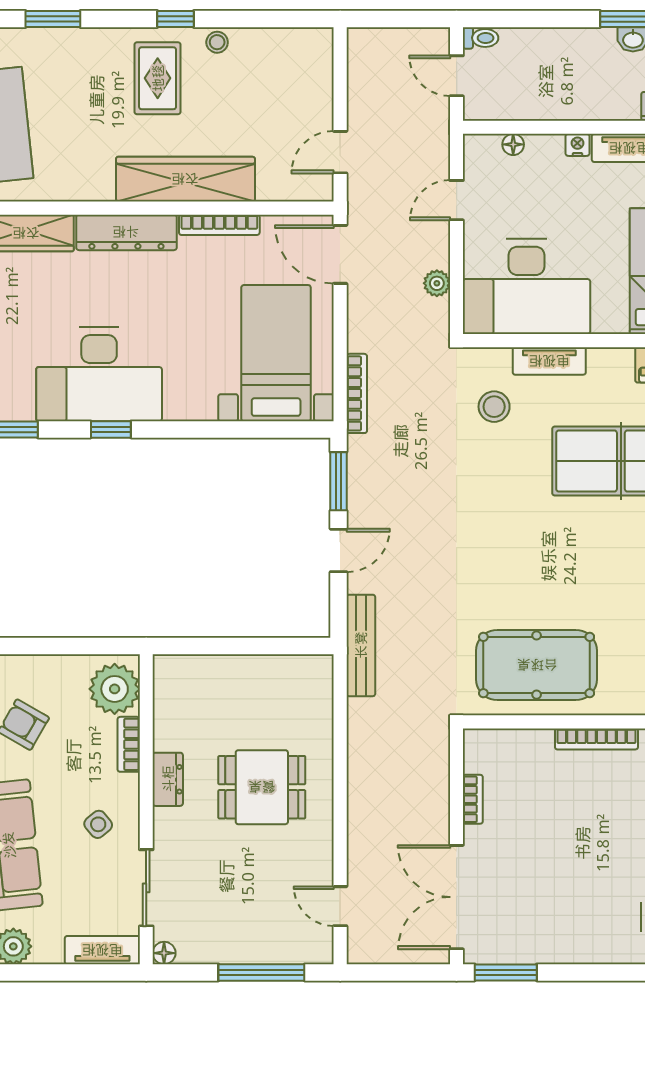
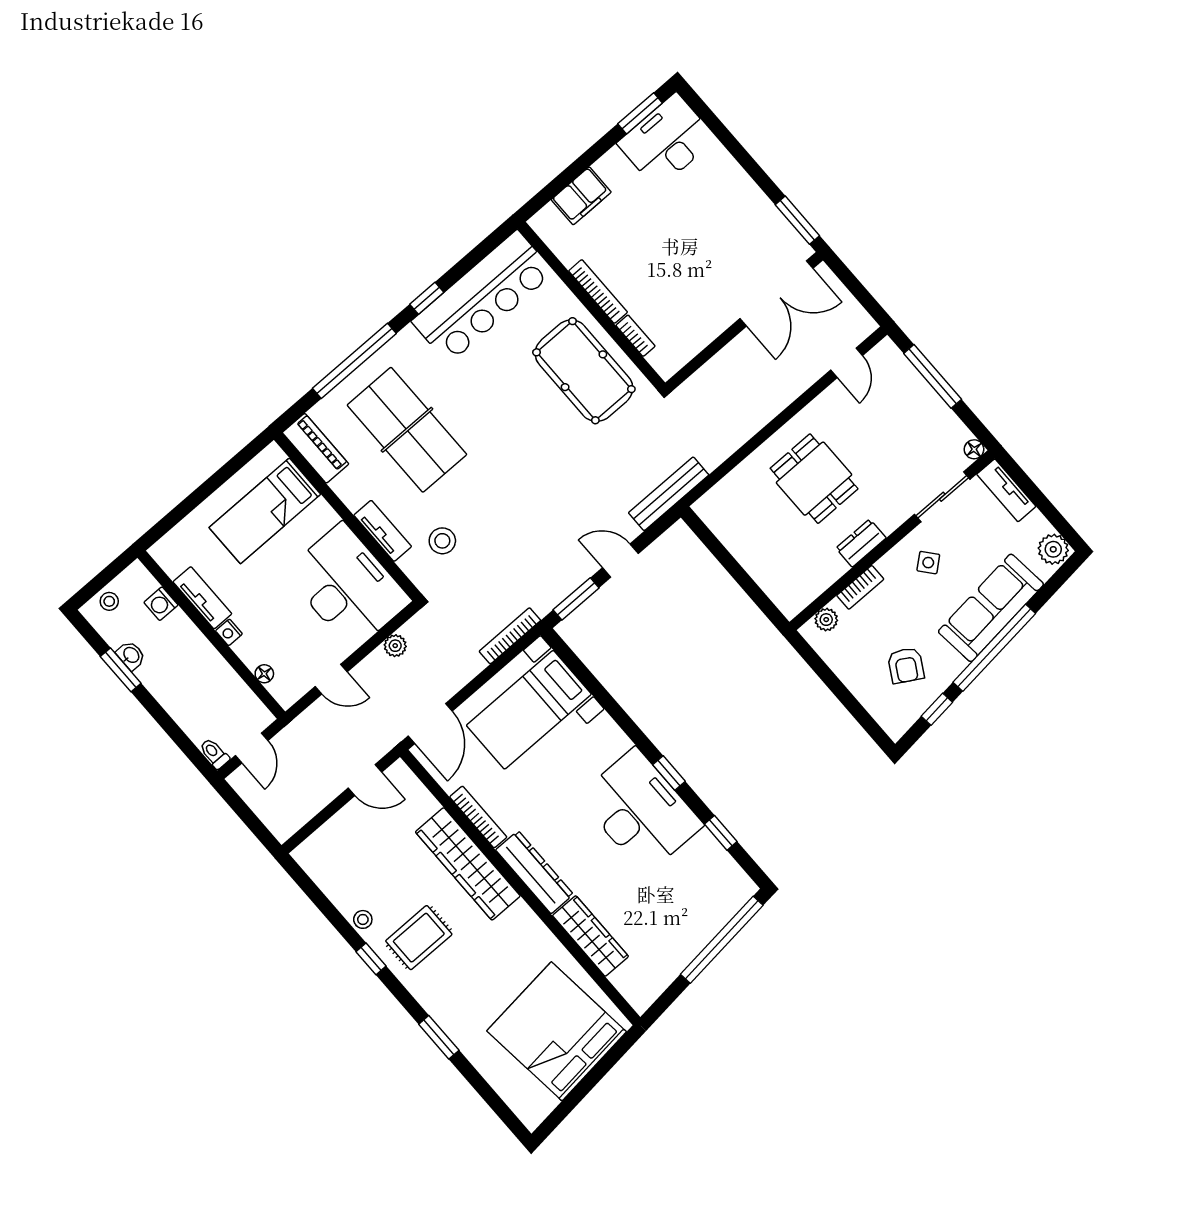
plant: (115, 689) -> (826, 620), width x0.53, depth x0.53
bookcase: (473, 799) -> (635, 336), moved, turned 90

